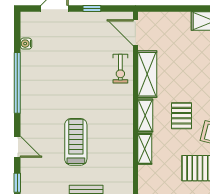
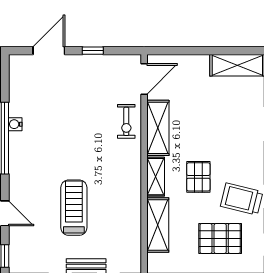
door: (135, 33) -> (144, 79), swing flipped
water cooler: (26, 44) -> (15, 124), moved
shelving: (145, 149) -> (158, 225), width x1.50, depth x1.33

